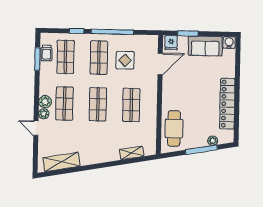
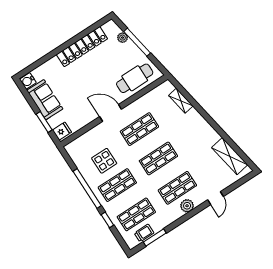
door: (160, 64) -> (111, 113), moved
plant: (44, 114) -> (198, 200), removed

